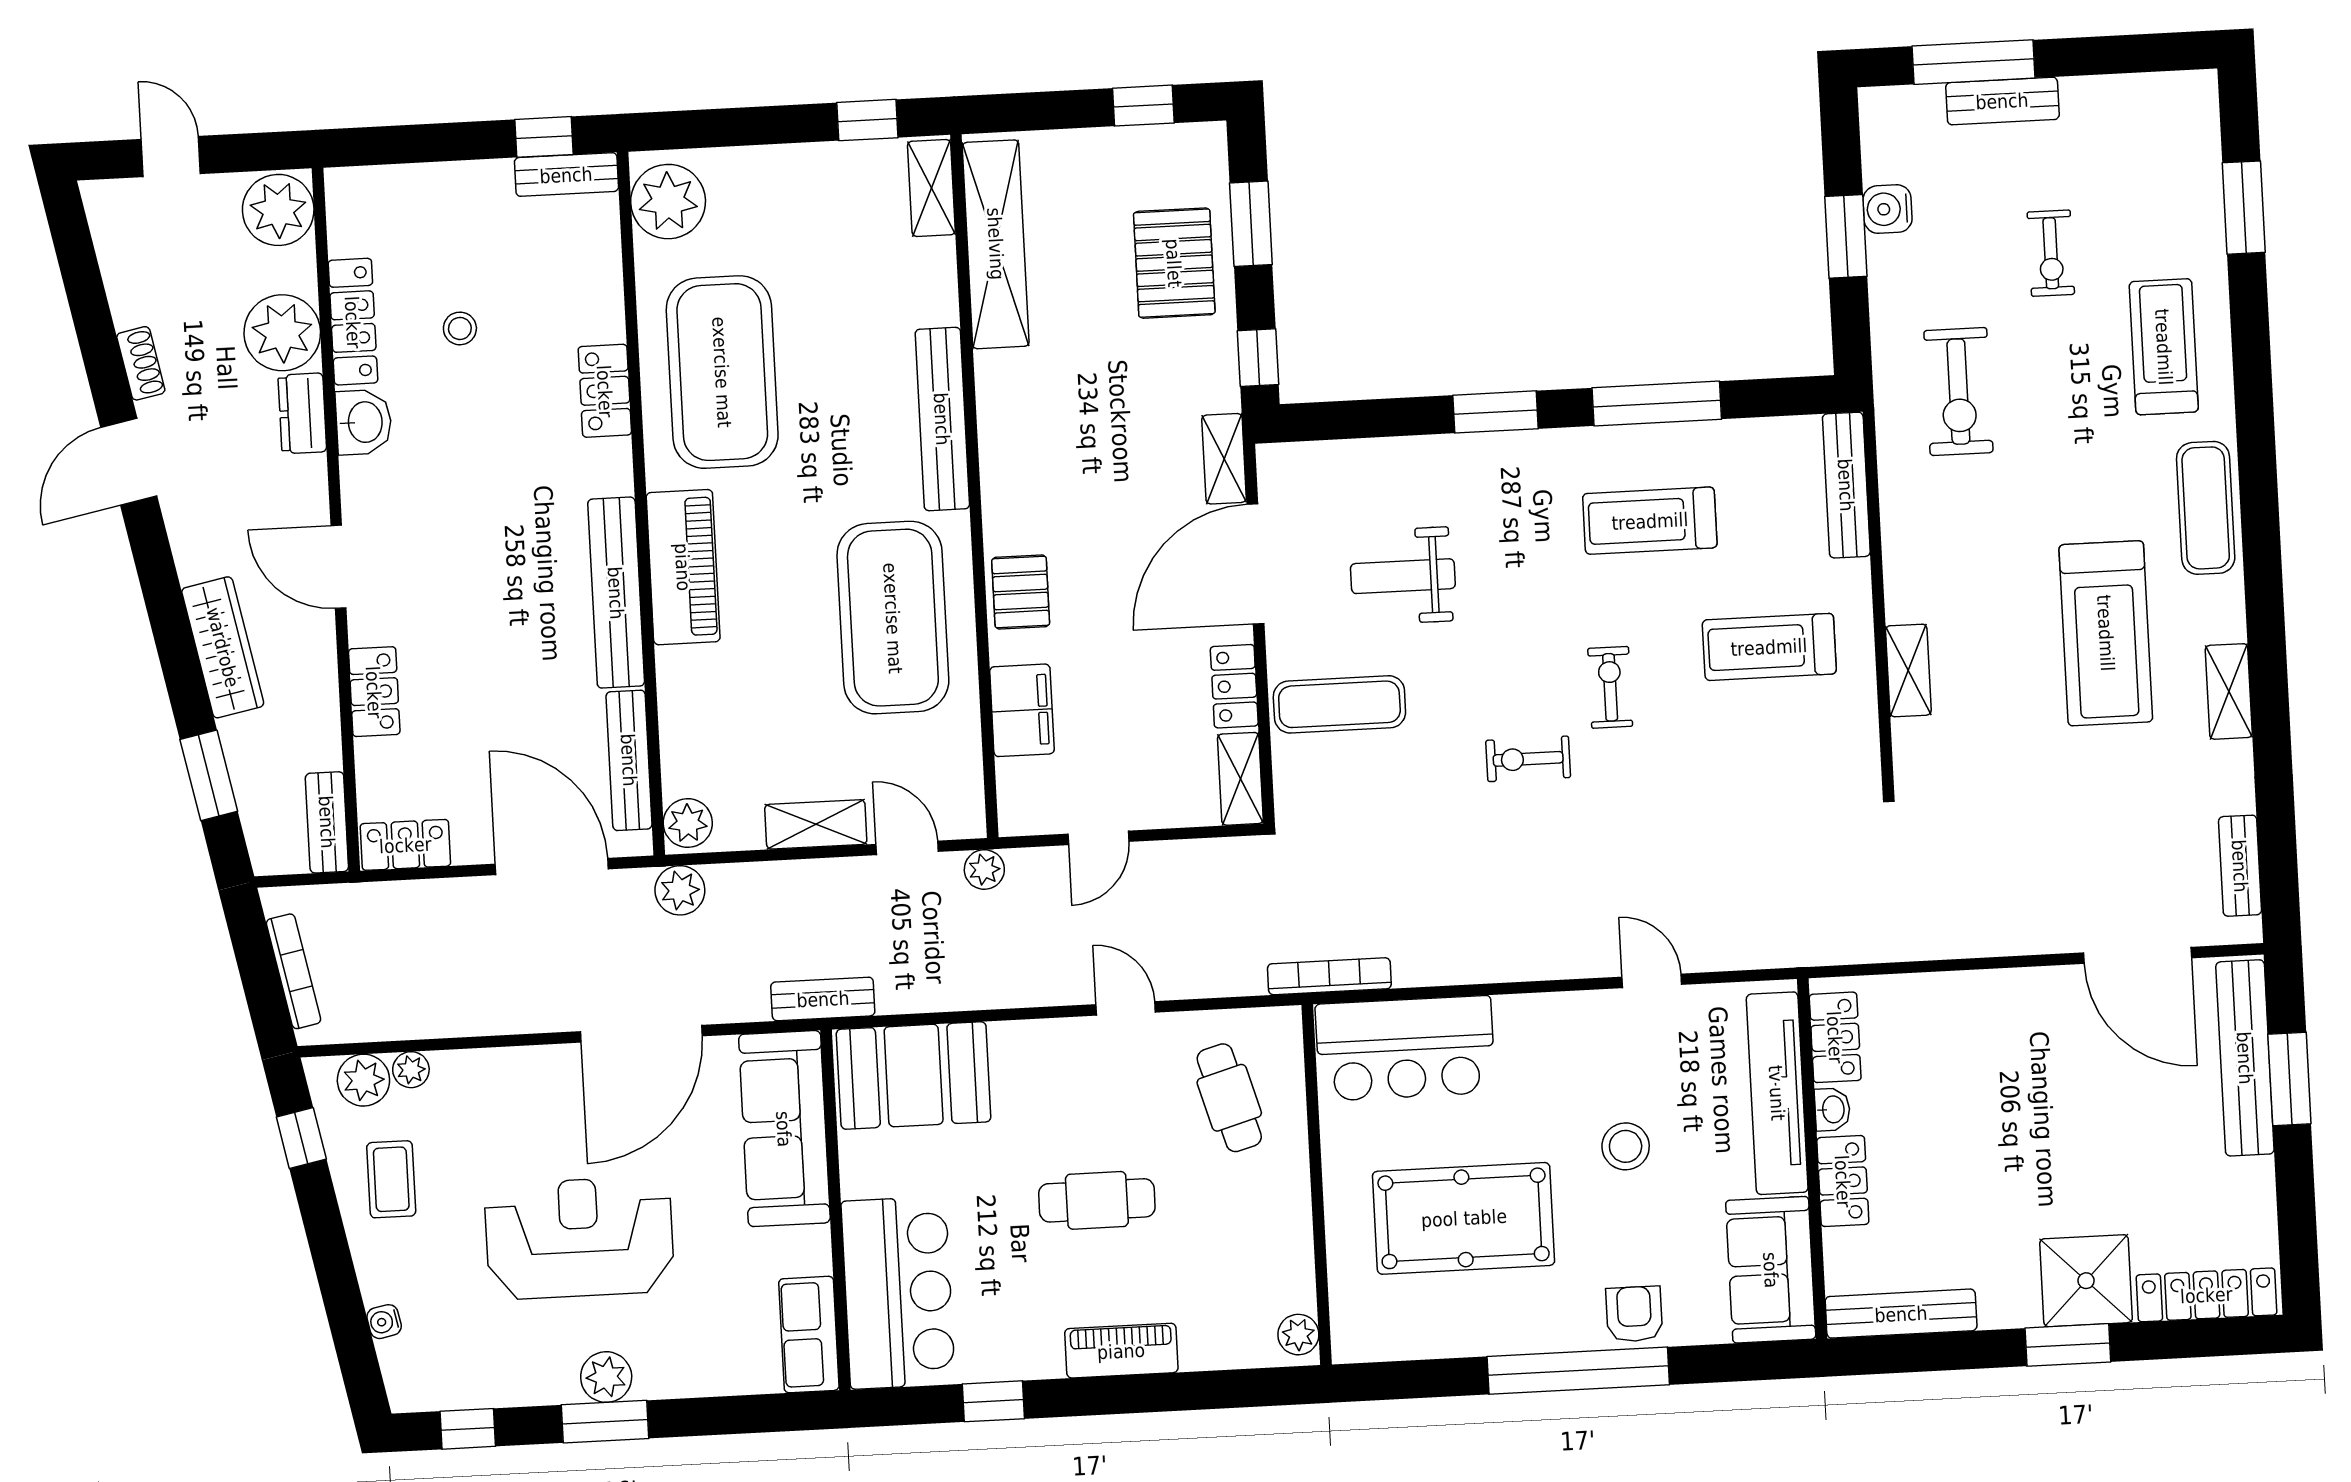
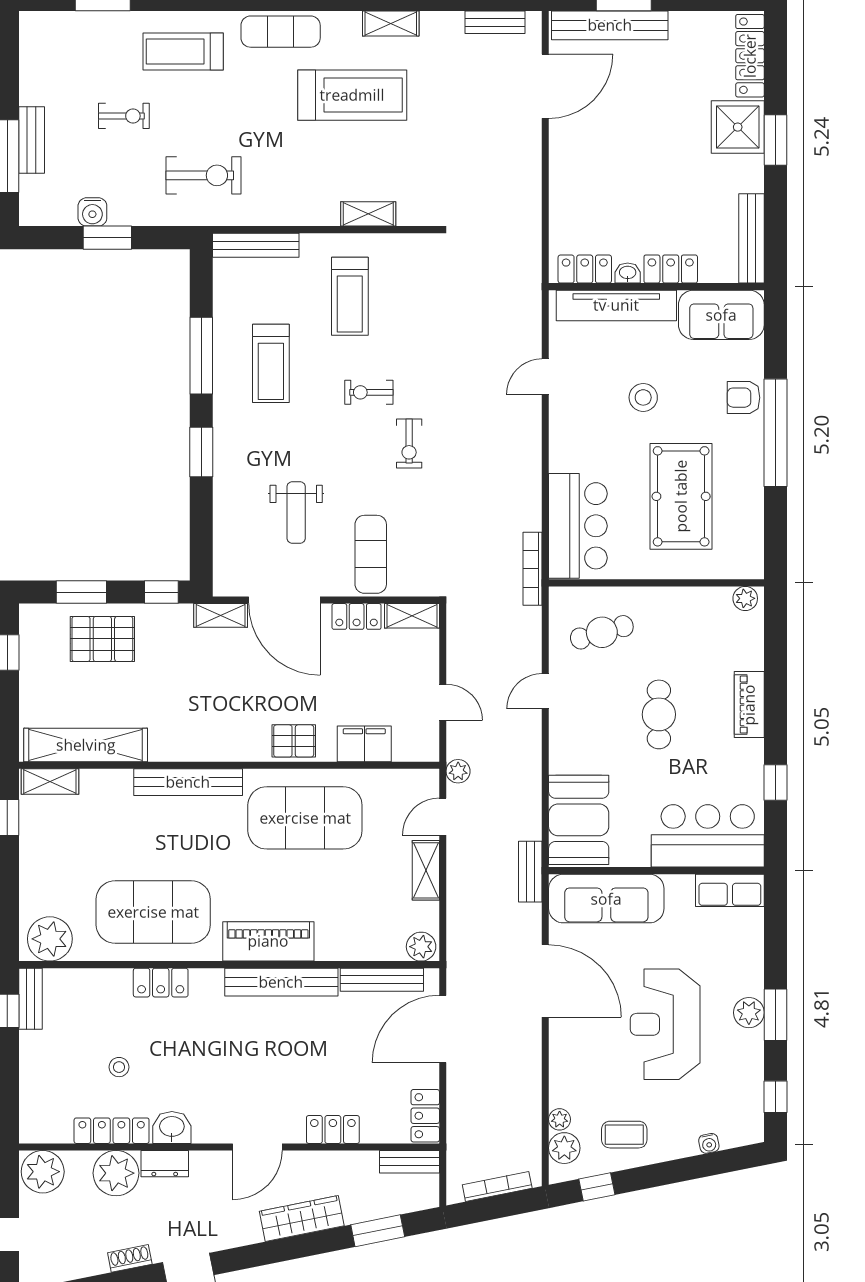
plant: (680, 890) -> (461, 953), removed

